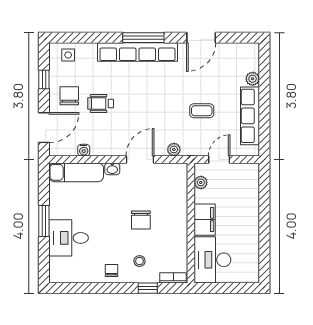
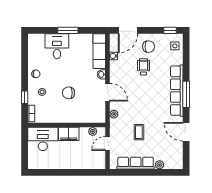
window: (44, 79) -> (170, 30), moved
door: (44, 128) -> (128, 30), hinge flipped
door: (219, 159) -> (108, 143), swing flipped

